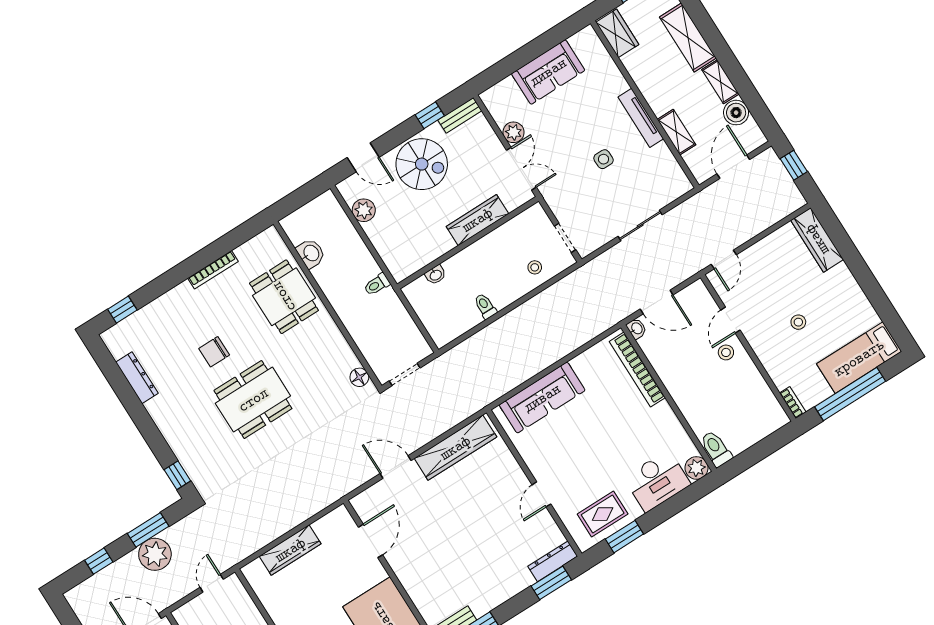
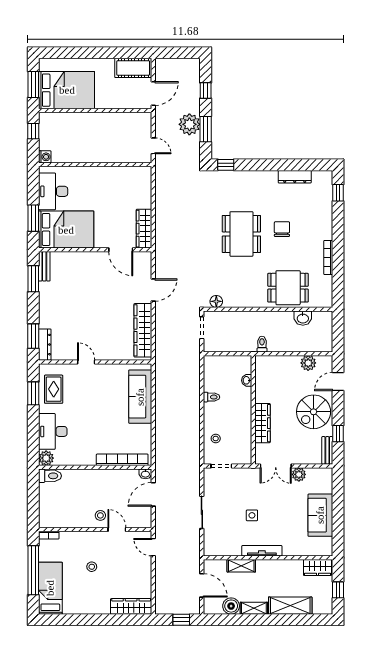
wardrobe: (290, 550) -> (144, 229), moved

